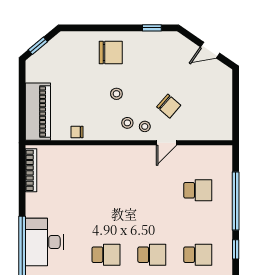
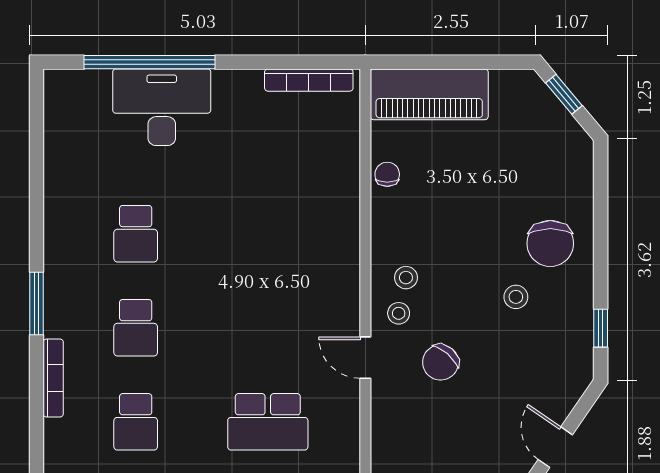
stool: (116, 94) -> (516, 297), moved
school desk: (198, 190) -> (268, 422), width x1.85

